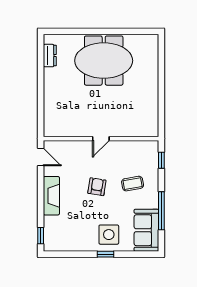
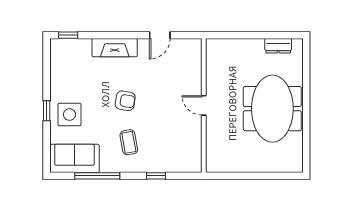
door: (101, 139) -> (204, 105), moved
wall: (101, 139) -> (204, 106), moved

